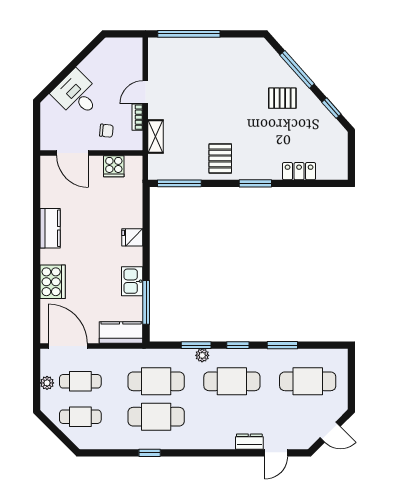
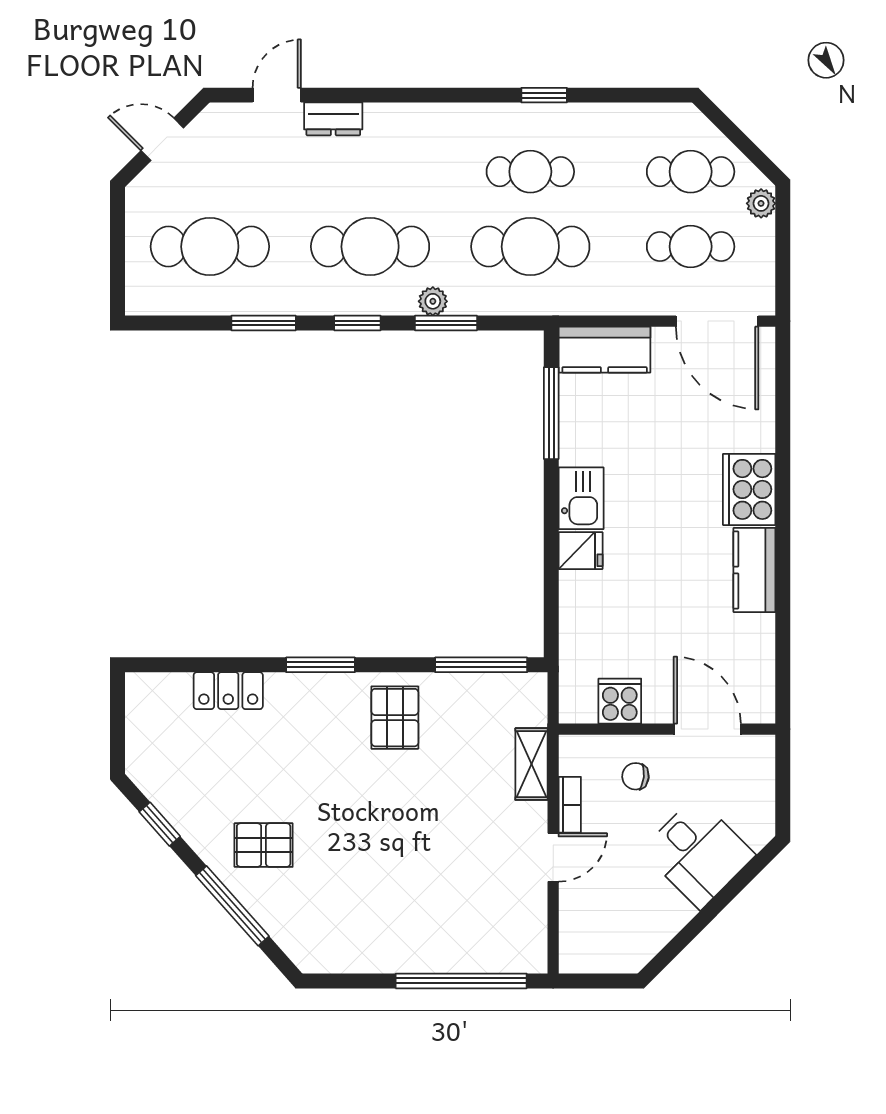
kitchen sink: (132, 281) -> (581, 498), moved
cooker: (53, 282) -> (749, 489), moved
plant: (47, 383) -> (761, 203), moved
cafe table: (156, 417) -> (530, 172), width x0.73, depth x0.74

